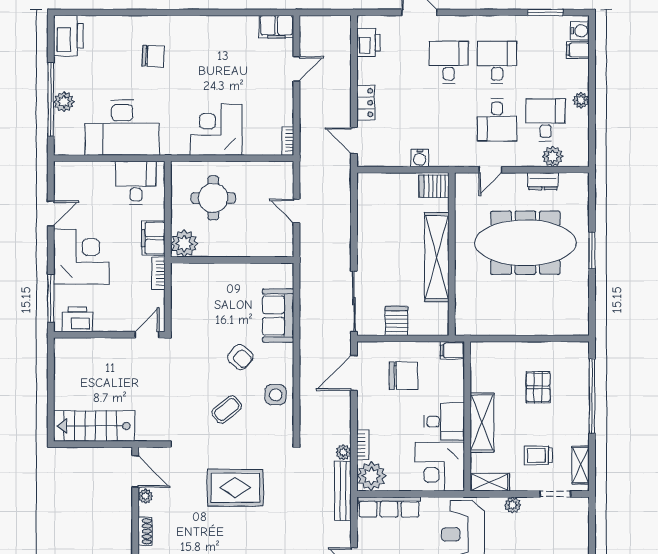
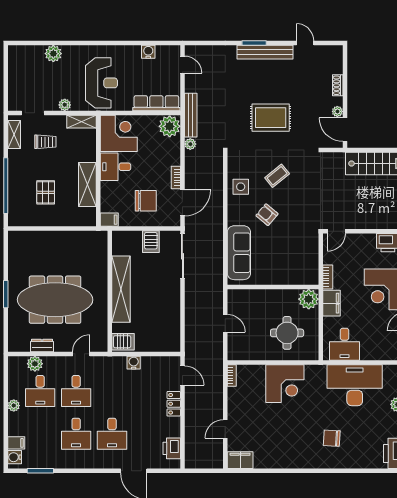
desk: (497, 120) -> (76, 391), turned 180
sofa: (278, 316) -> (239, 253), width x1.36
chair: (403, 376) -> (146, 201), turned 180
shelving: (482, 423) -> (87, 185), moved
bookcase: (363, 445) -> (176, 178), moved

